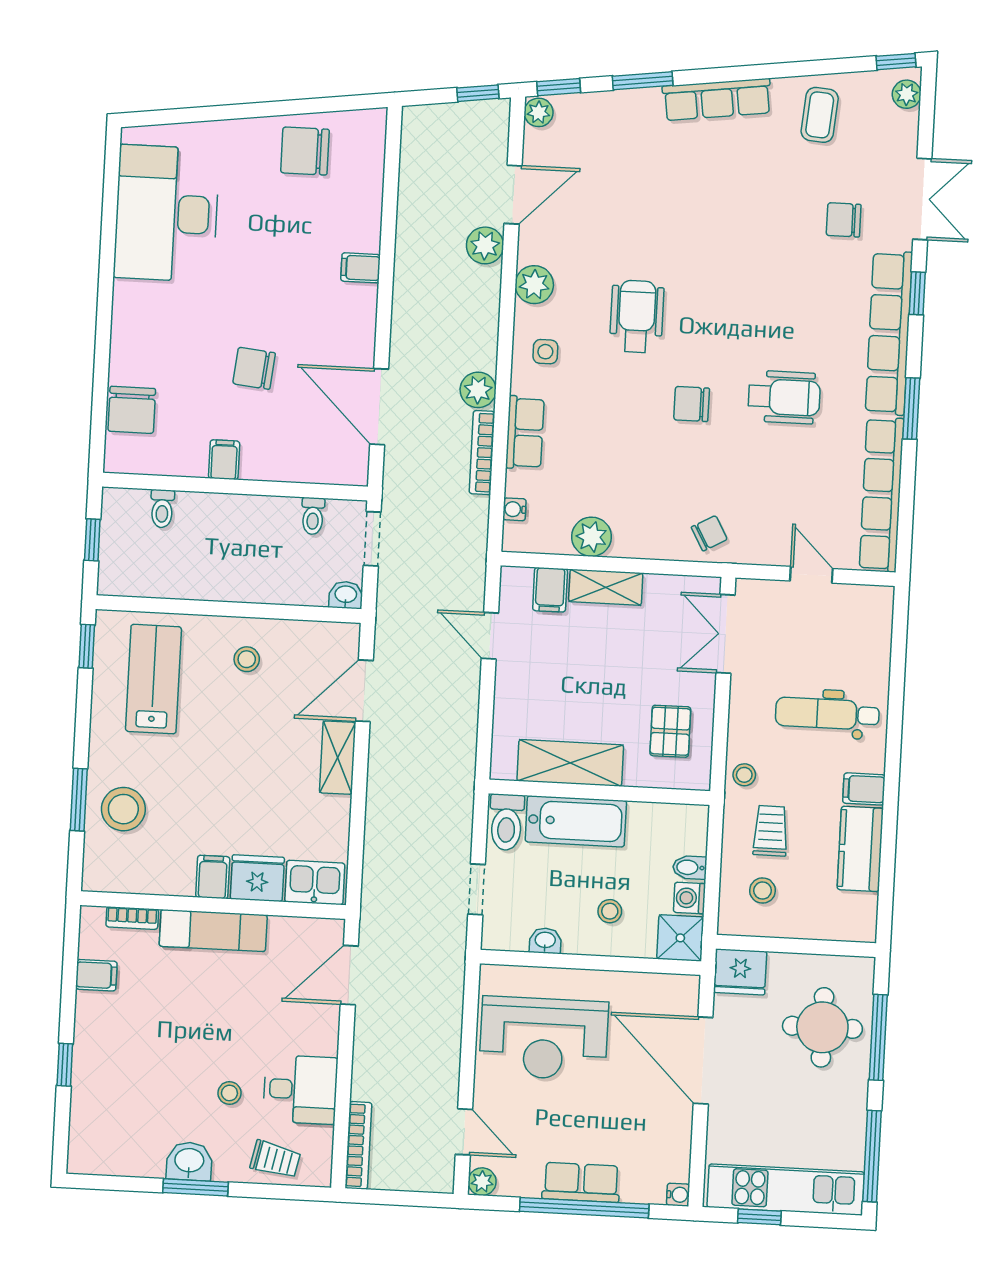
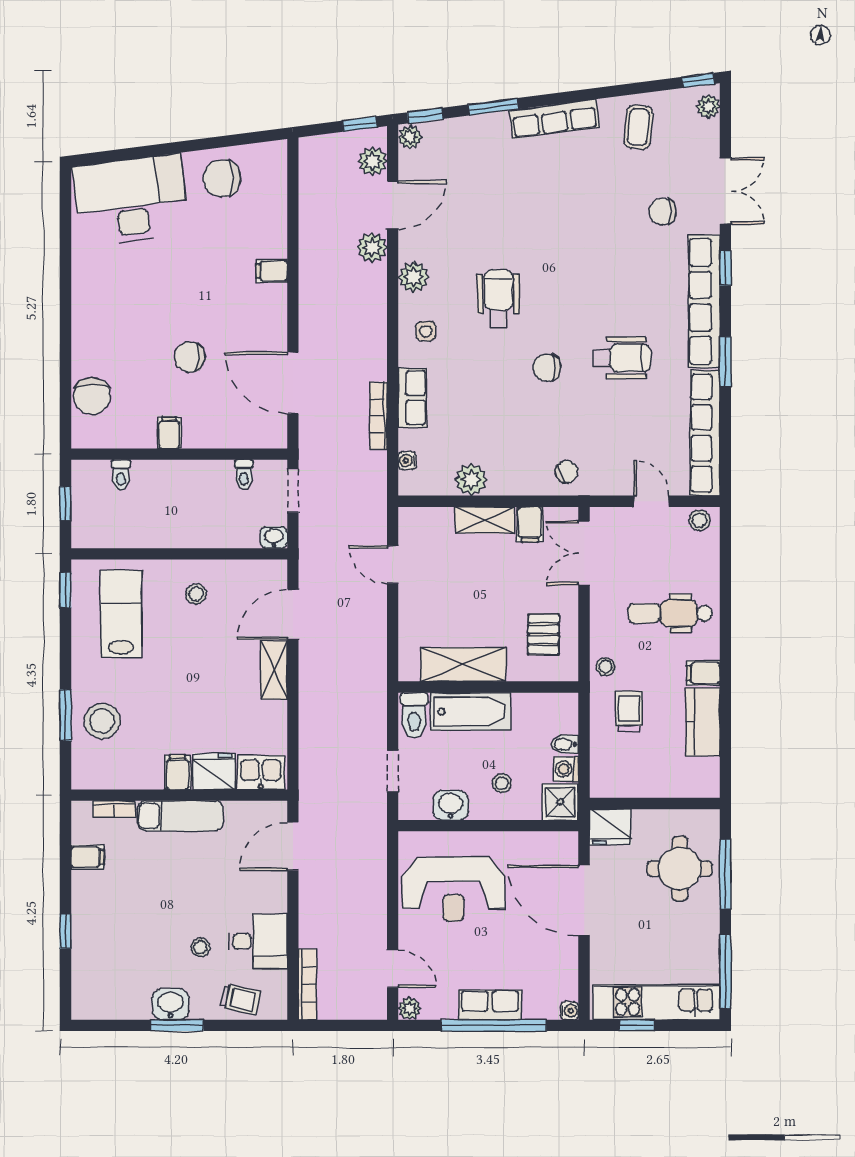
desk: (166, 213) -> (131, 200), moved, turned 83
plant: (478, 390) -> (373, 161), moved
filing cabinet: (550, 590) -> (530, 524), moved
stool: (763, 891) -> (699, 520), moved
washbasin: (545, 941) -> (451, 805), width x1.38, depth x1.45

